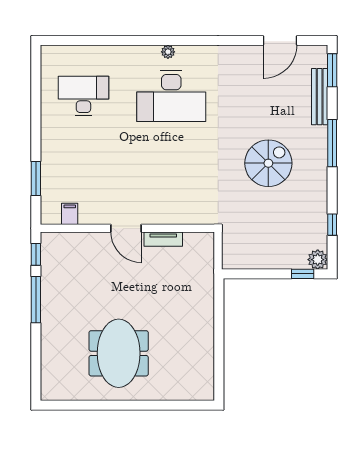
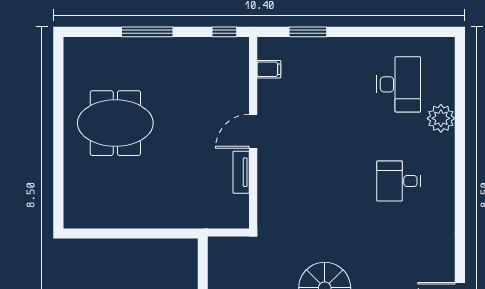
plant: (168, 52) -> (441, 118), moved, width x1.88, depth x1.88
desk: (171, 96) -> (399, 181), width x0.53, depth x0.77
window: (36, 300) -> (147, 32), moved

